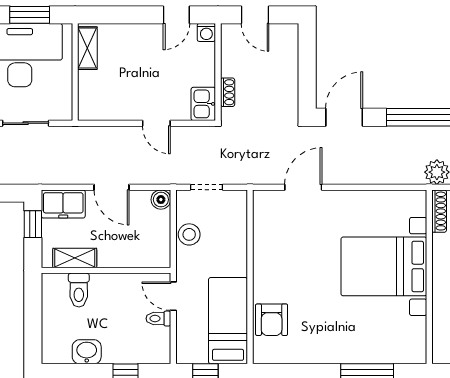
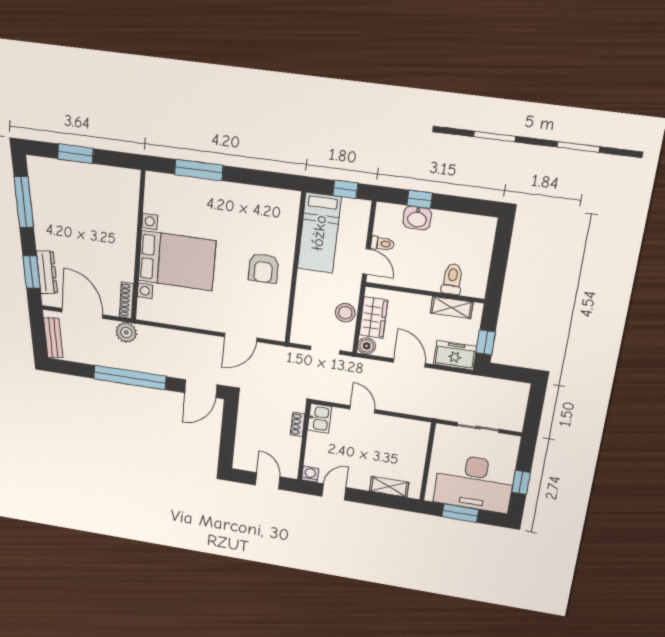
shelving: (87, 48) -> (389, 487), moved, turned 90
wardrobe: (158, 234) -> (373, 318), added
armchair: (272, 320) -> (263, 268), moved, turned 180
washbasin: (87, 352) -> (417, 218), moved

